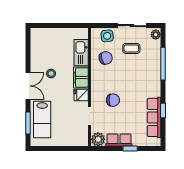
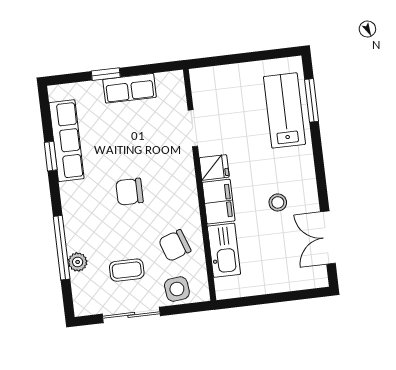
plant: (156, 35) -> (78, 262), moved
double door: (28, 86) -> (328, 238), moved
chair: (113, 100) -> (129, 192), moved
plant: (98, 139) -> (170, 85), removed

